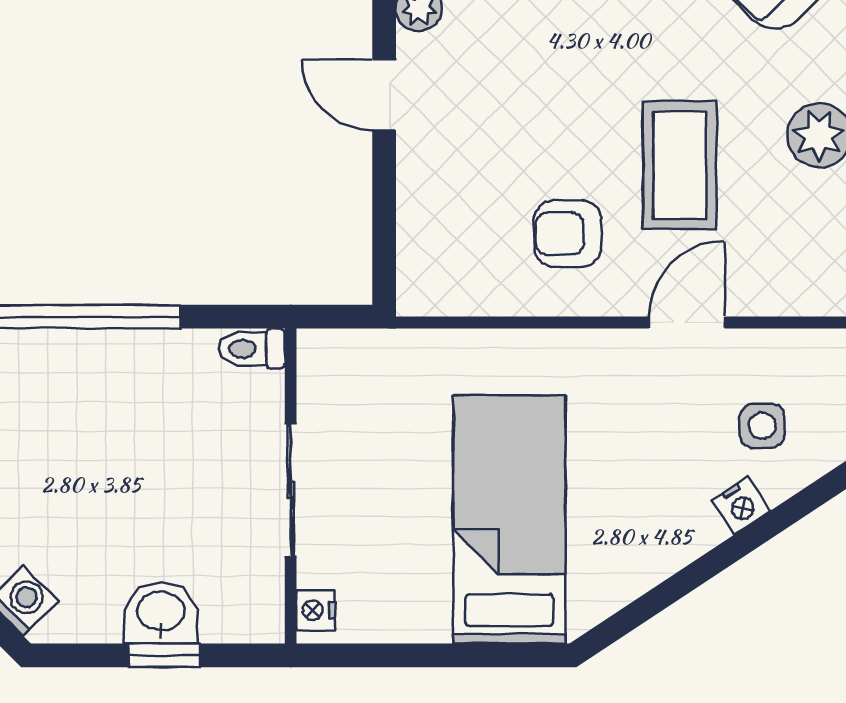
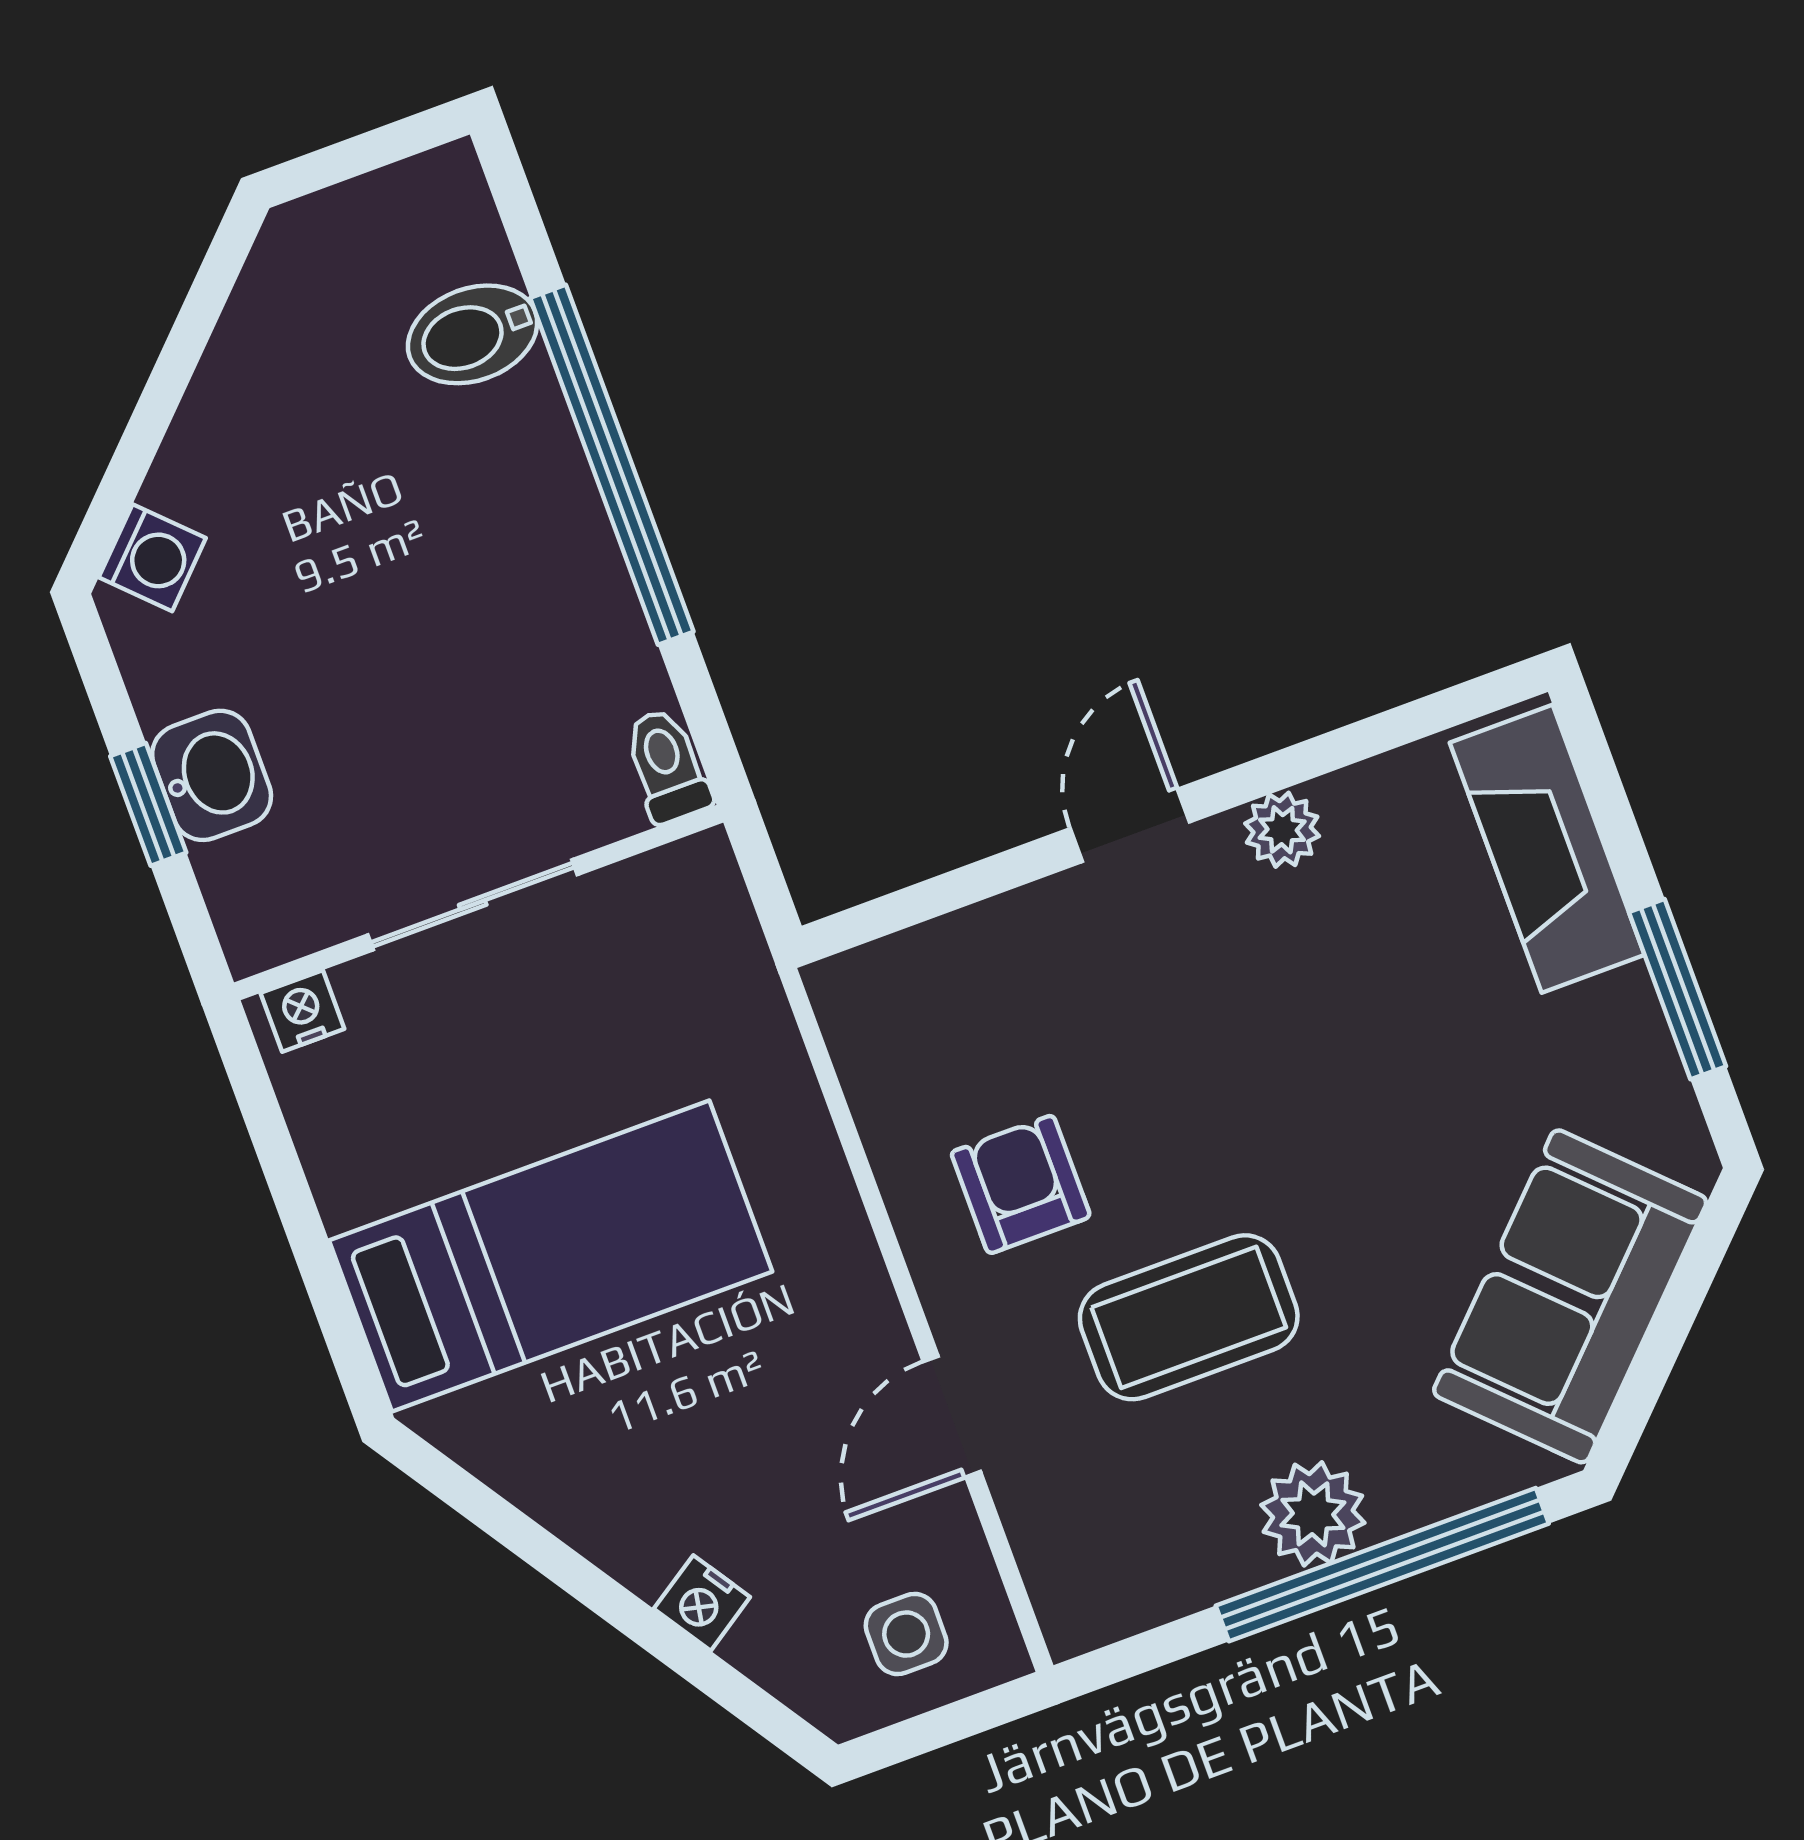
door: (687, 322) -> (952, 1417), swing flipped
side table: (762, 426) -> (906, 1634), moved

